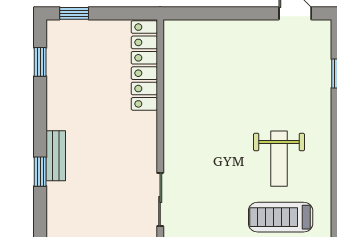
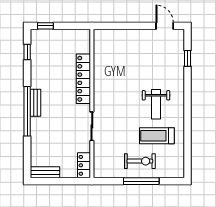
locker: (144, 65) -> (83, 79), moved
window: (40, 172) -> (27, 111), width x3.17

